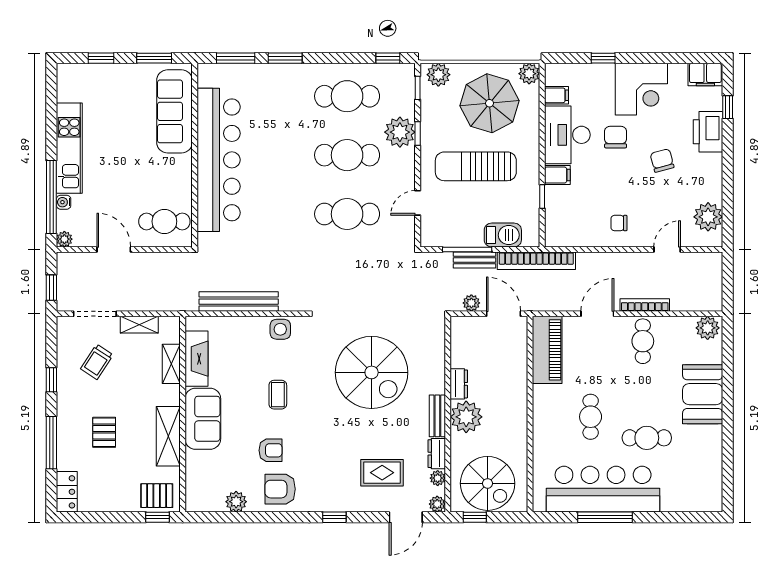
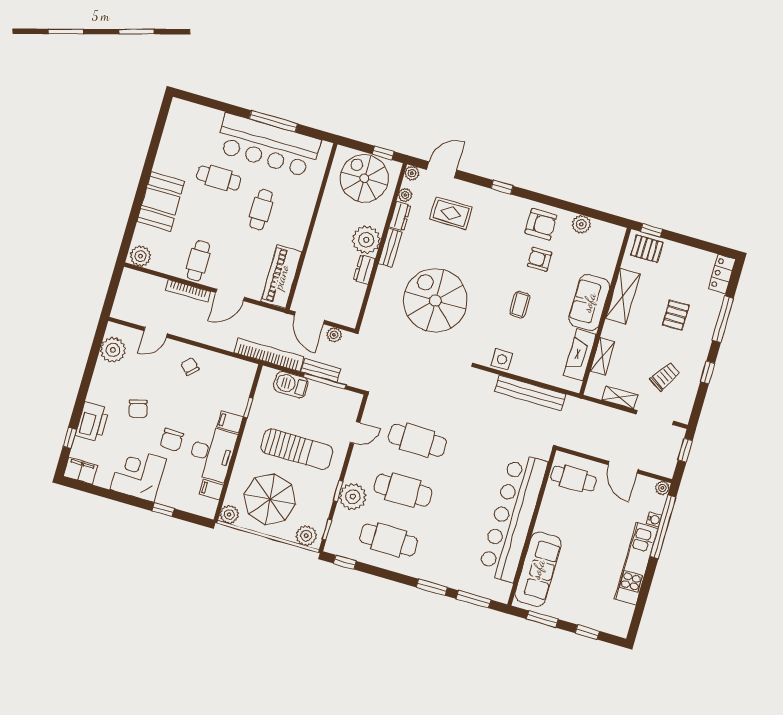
chair: (619, 223) -> (190, 366), turned -134

